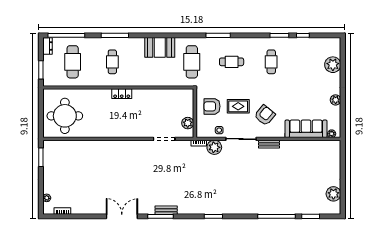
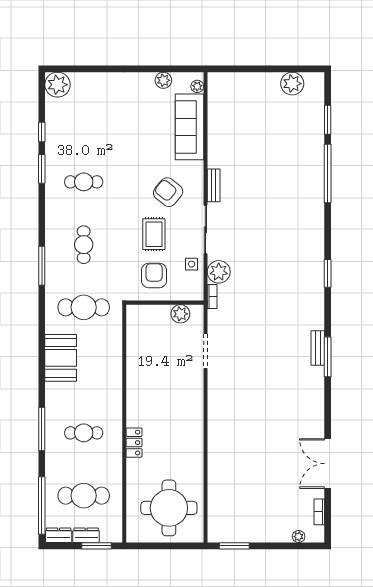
dresser: (48, 63) -> (86, 535), added
plant: (333, 65) -> (57, 85), moved
locker: (122, 94) -> (134, 443), moved
plant: (336, 100) -> (163, 80), moved
armchair: (212, 106) -> (154, 275), turned 180
double door: (122, 216) -> (328, 464), moved

